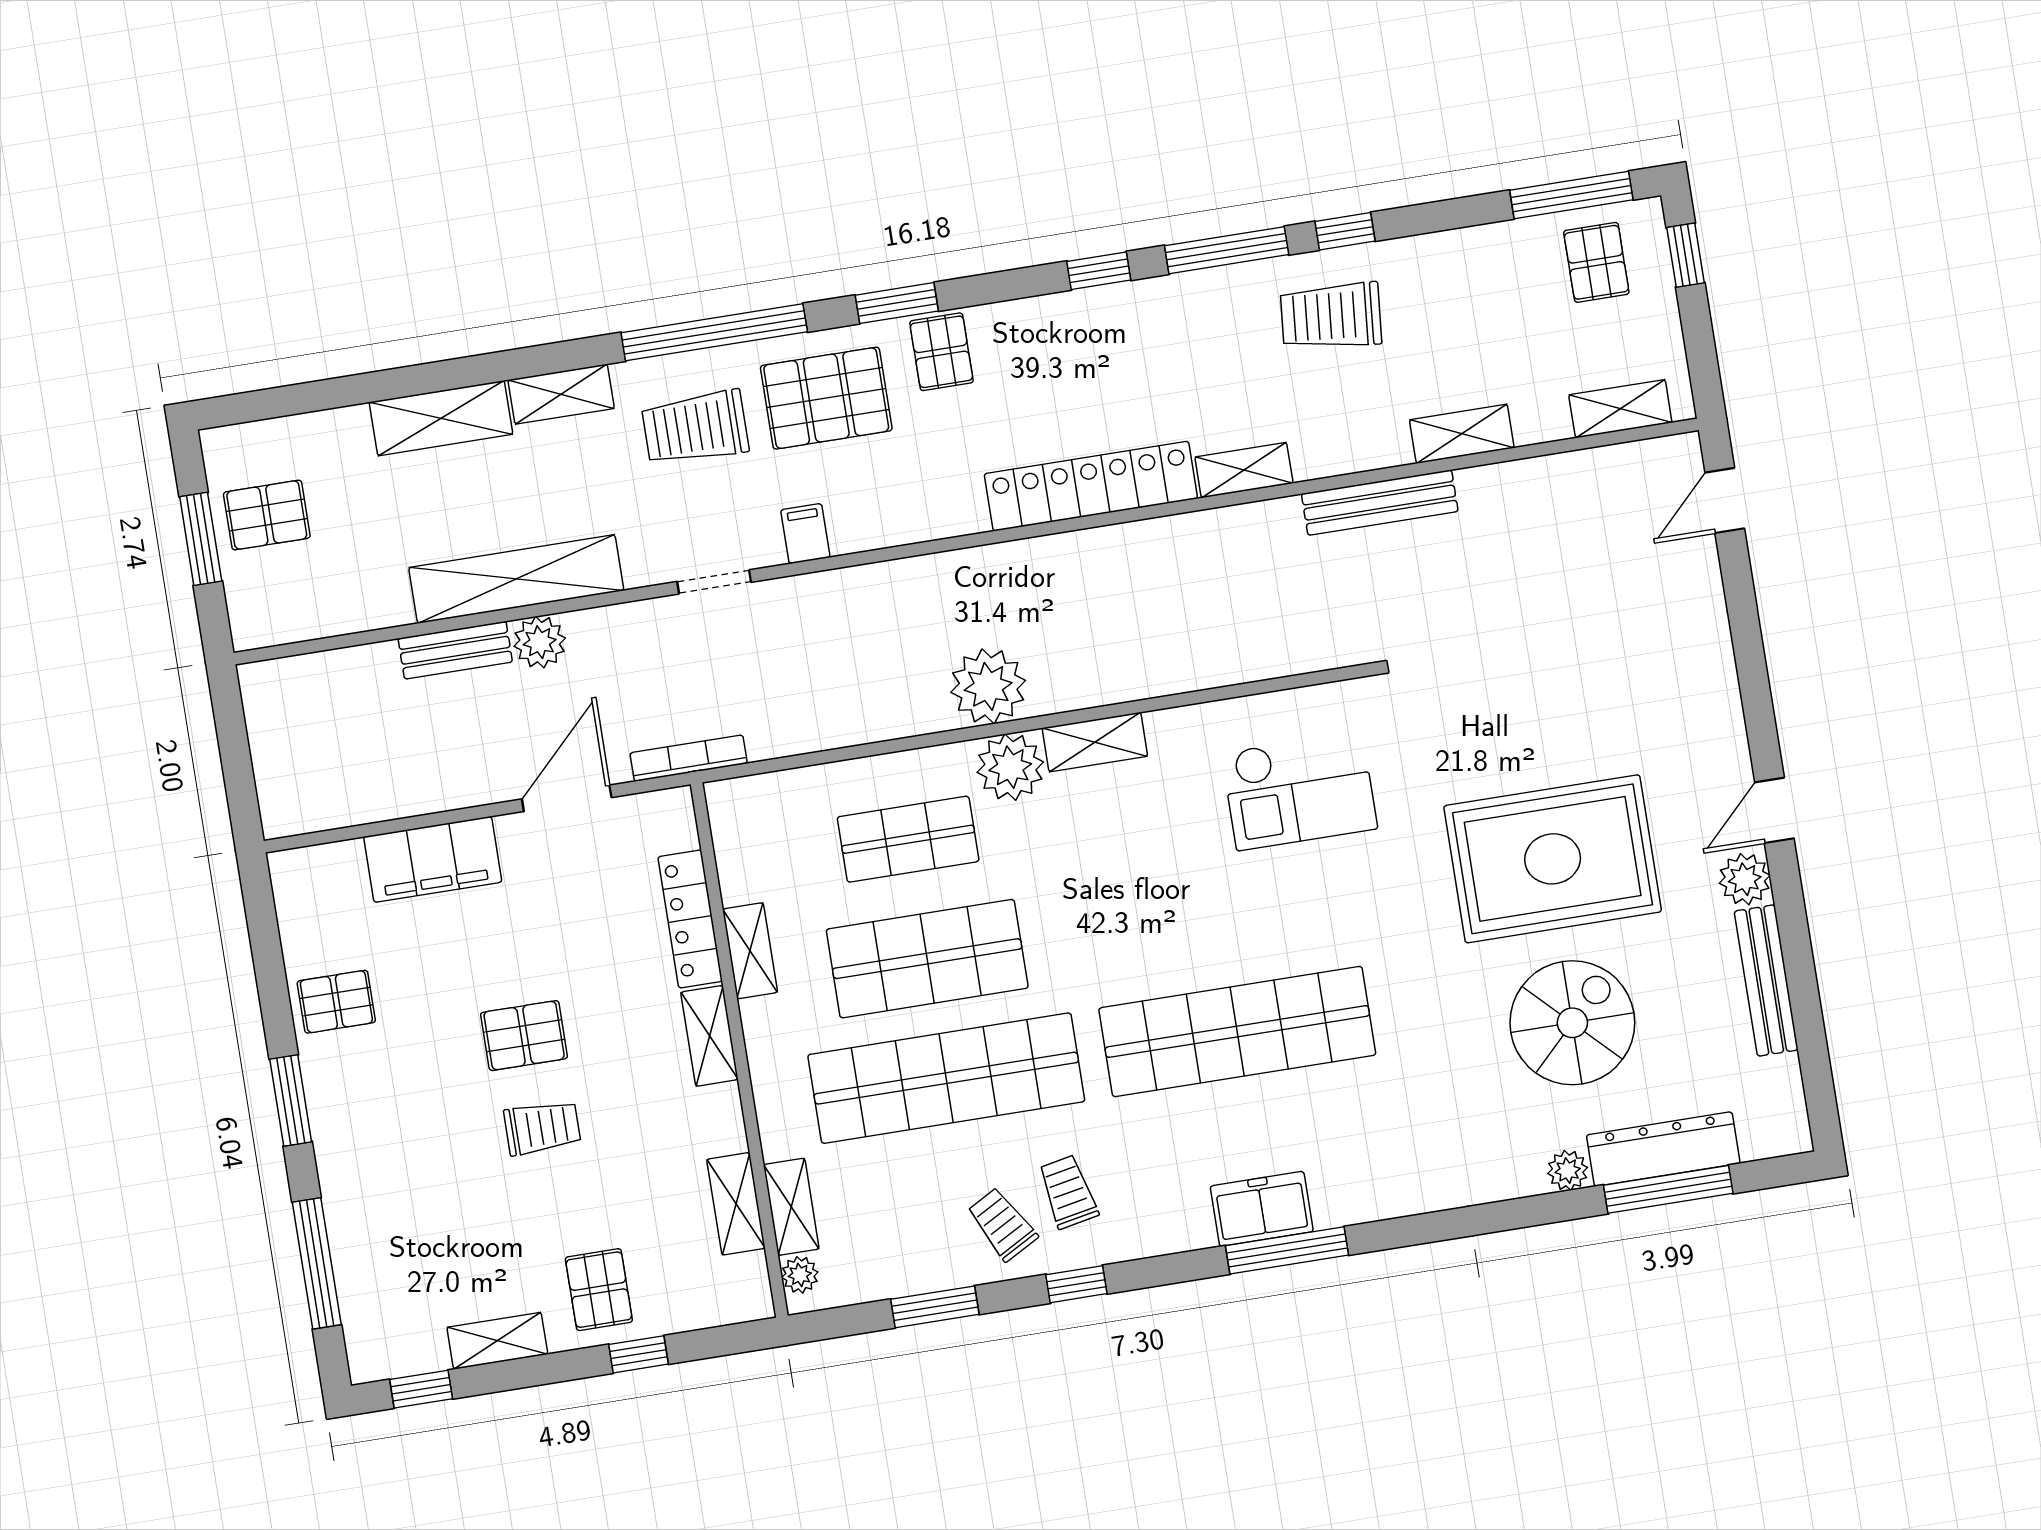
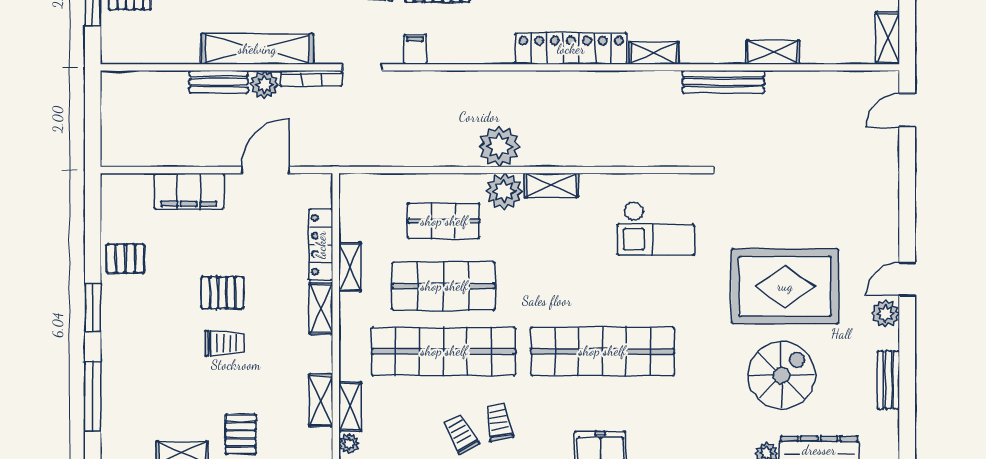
shelving: (1620, 409) -> (888, 38), moved, turned 90
bookcase: (689, 758) -> (311, 78), moved, turned 180
bench: (1766, 981) -> (888, 380), width x0.73

